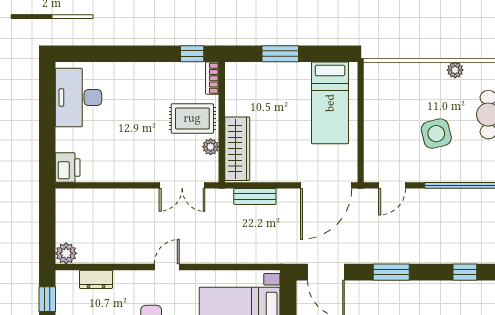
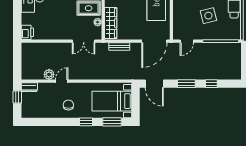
plant: (66, 253) -> (49, 74), moved
door: (167, 267) -> (62, 81), moved
window: (465, 272) -> (211, 84), moved
dresser: (96, 279) -> (29, 87), moved

